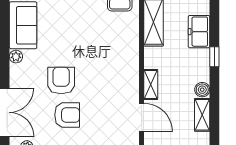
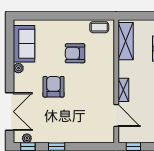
armchair: (67, 115) -> (75, 53), moved, turned 180

